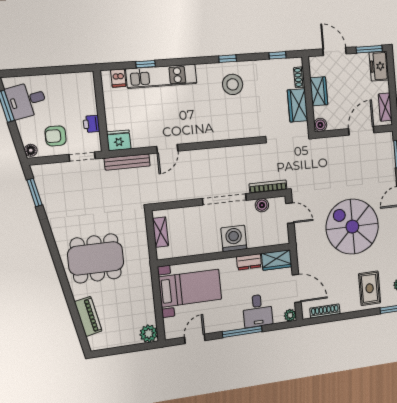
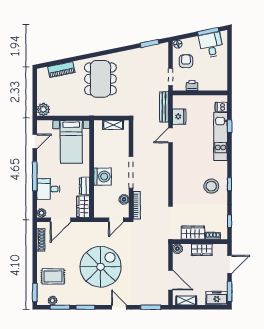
fridge: (119, 140) -> (179, 117), moved
door: (167, 149) -> (170, 135), hinge flipped
door: (195, 339) -> (35, 141), hinge flipped

